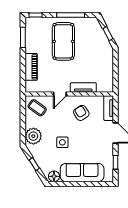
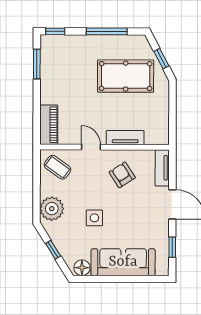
pool table: (63, 41) -> (126, 76), moved, turned 90
piano: (31, 67) -> (49, 125), moved
door: (60, 94) -> (91, 147), swing flipped

